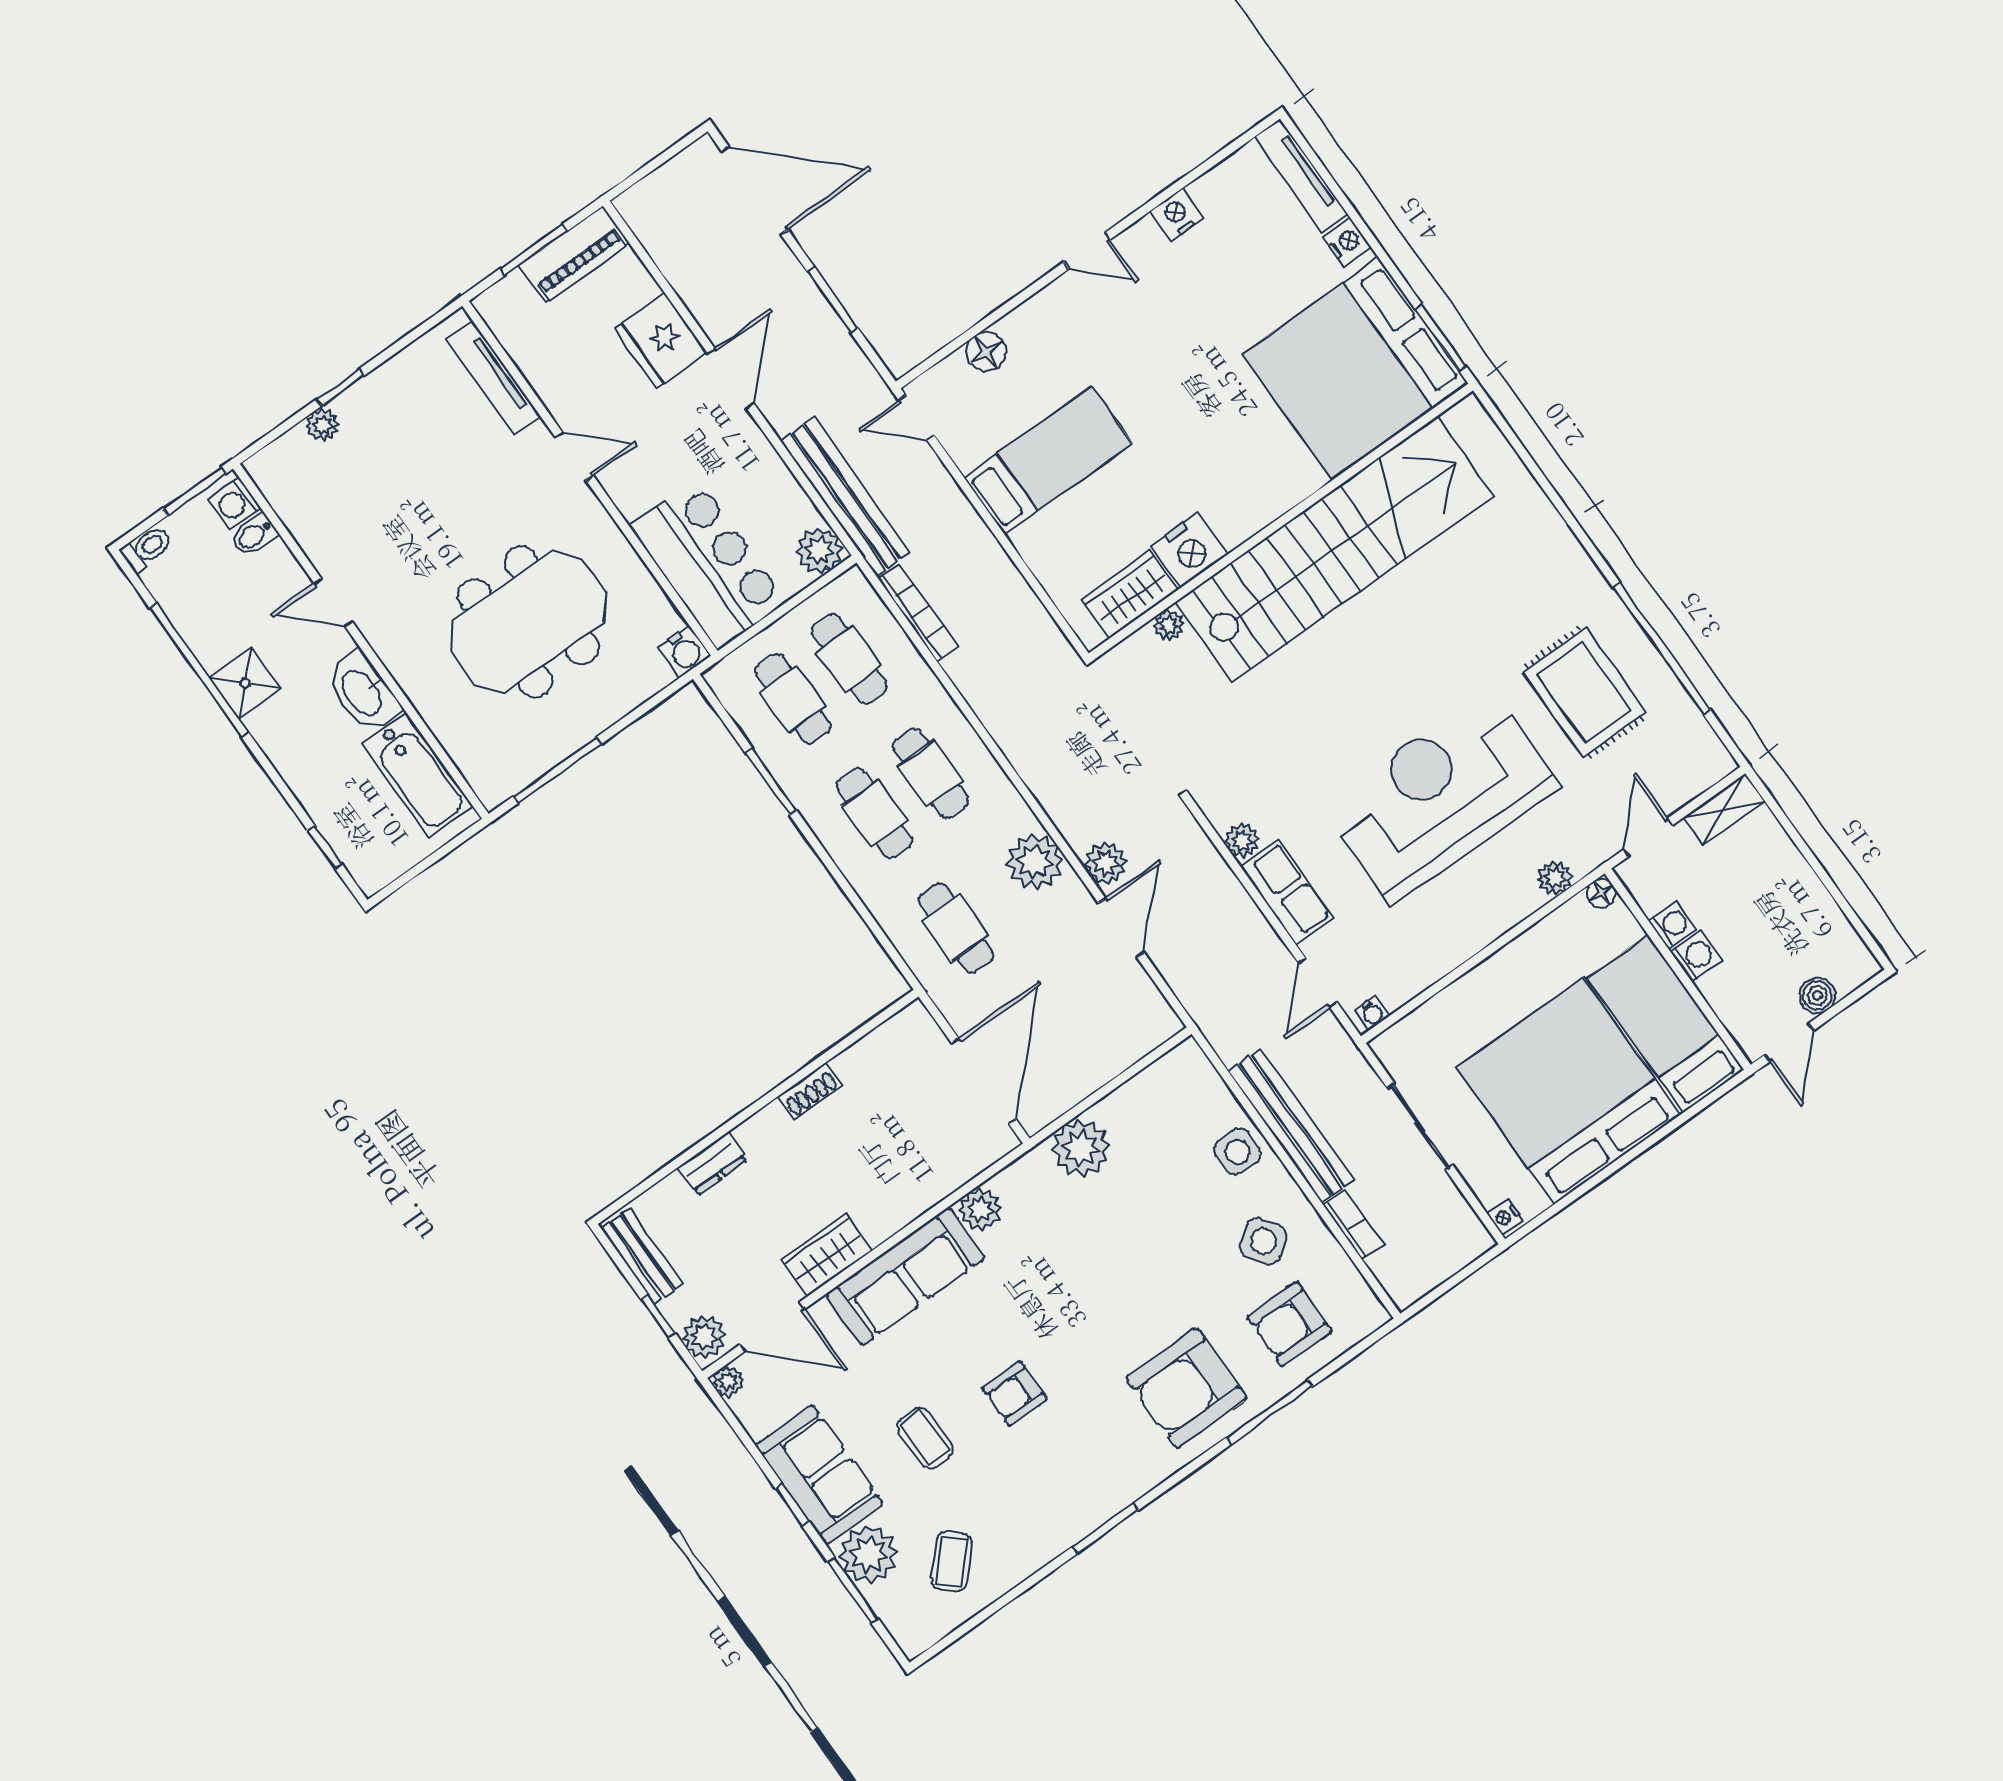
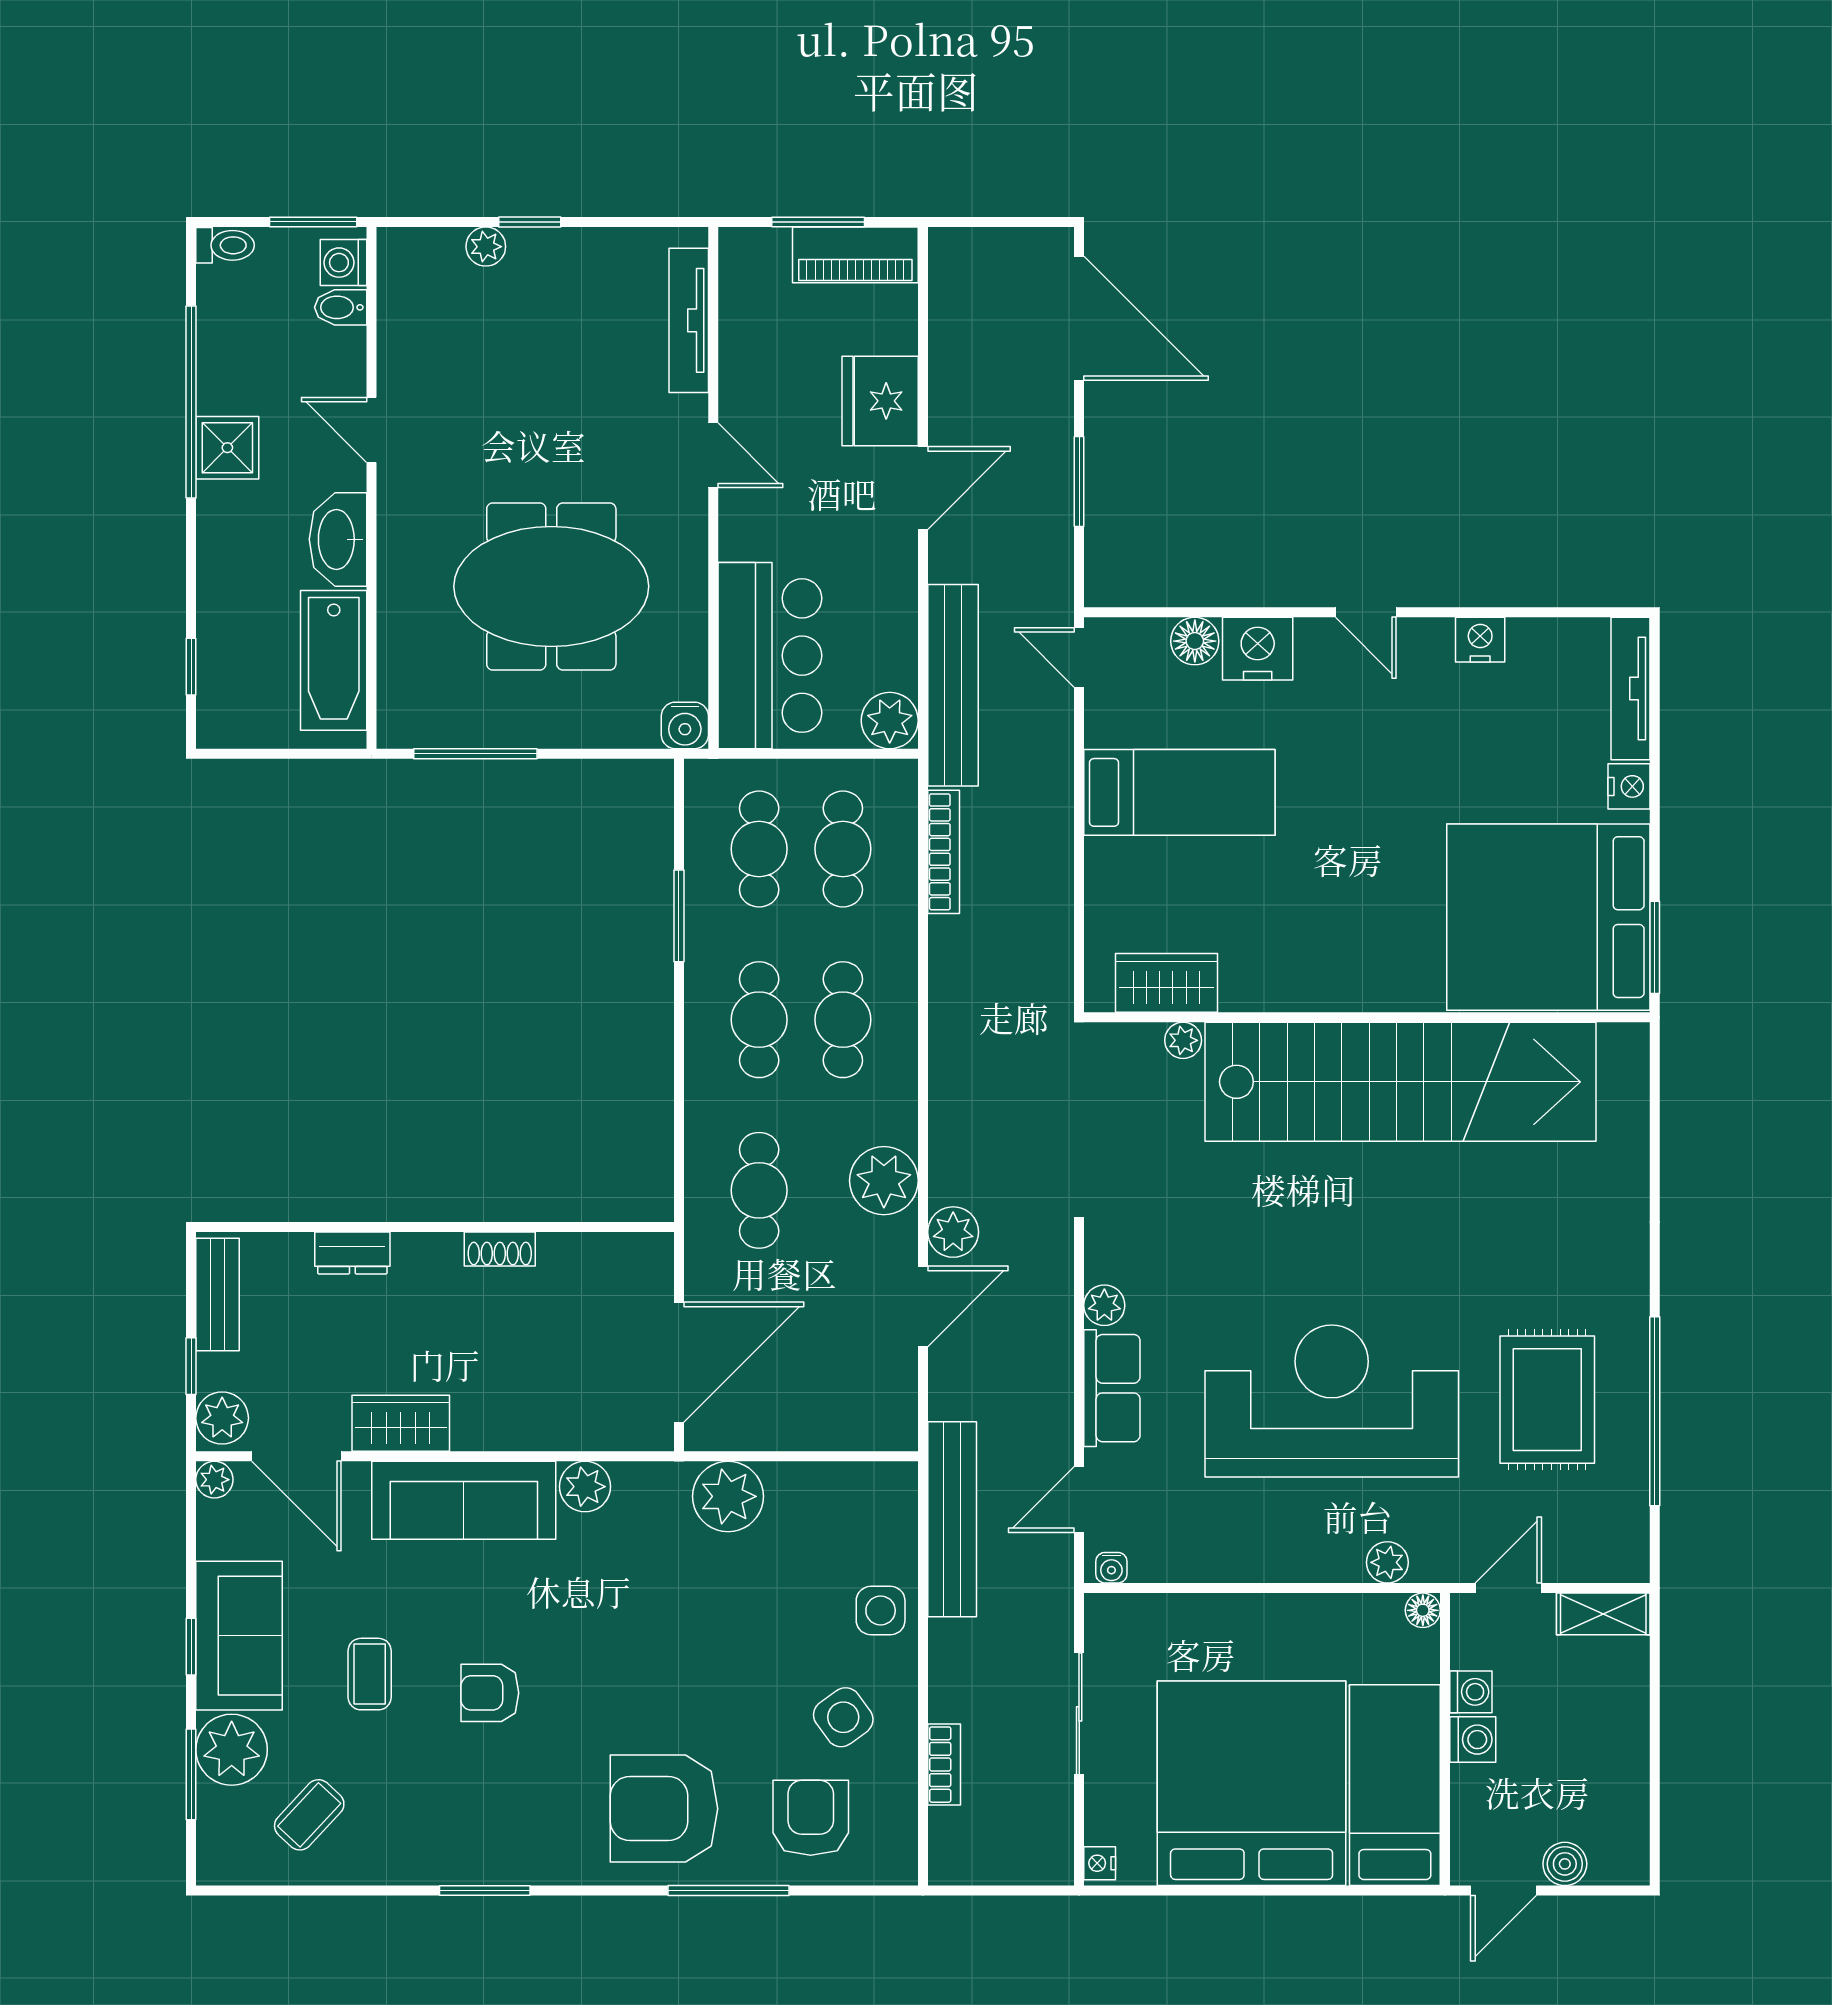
nightstand: (1189, 550) -> (1258, 649), moved, turned 180
bench: (1291, 1126) -> (952, 1519), moved
armchair: (1289, 1324) -> (811, 1818), turned 90

